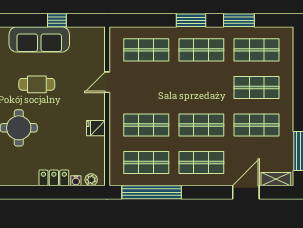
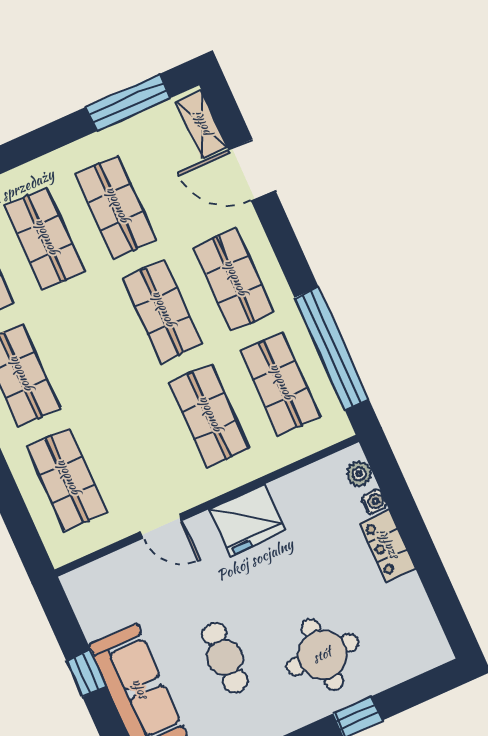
fridge: (96, 128) -> (247, 520), width x1.88, depth x1.34

